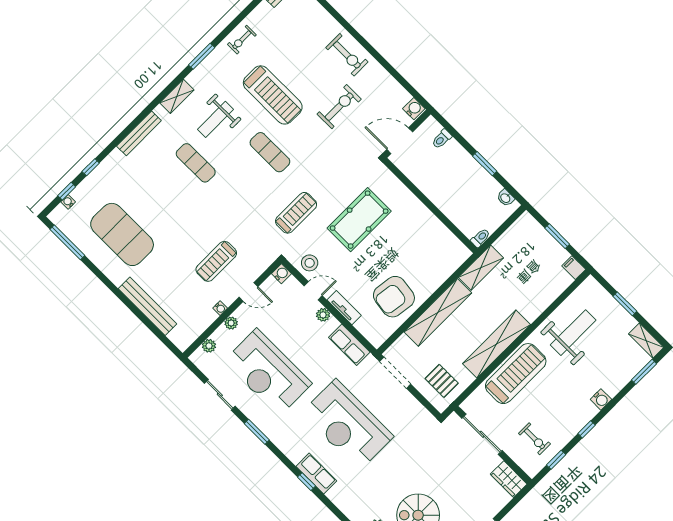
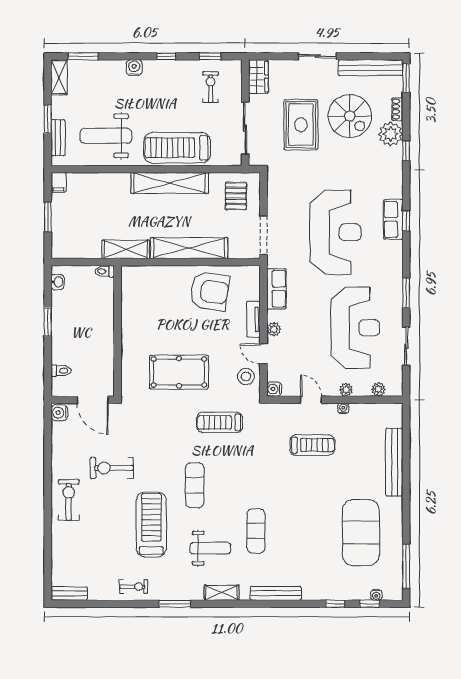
bench: (605, 298) -> (58, 138), added
rug: (446, 475) -> (301, 125), added

